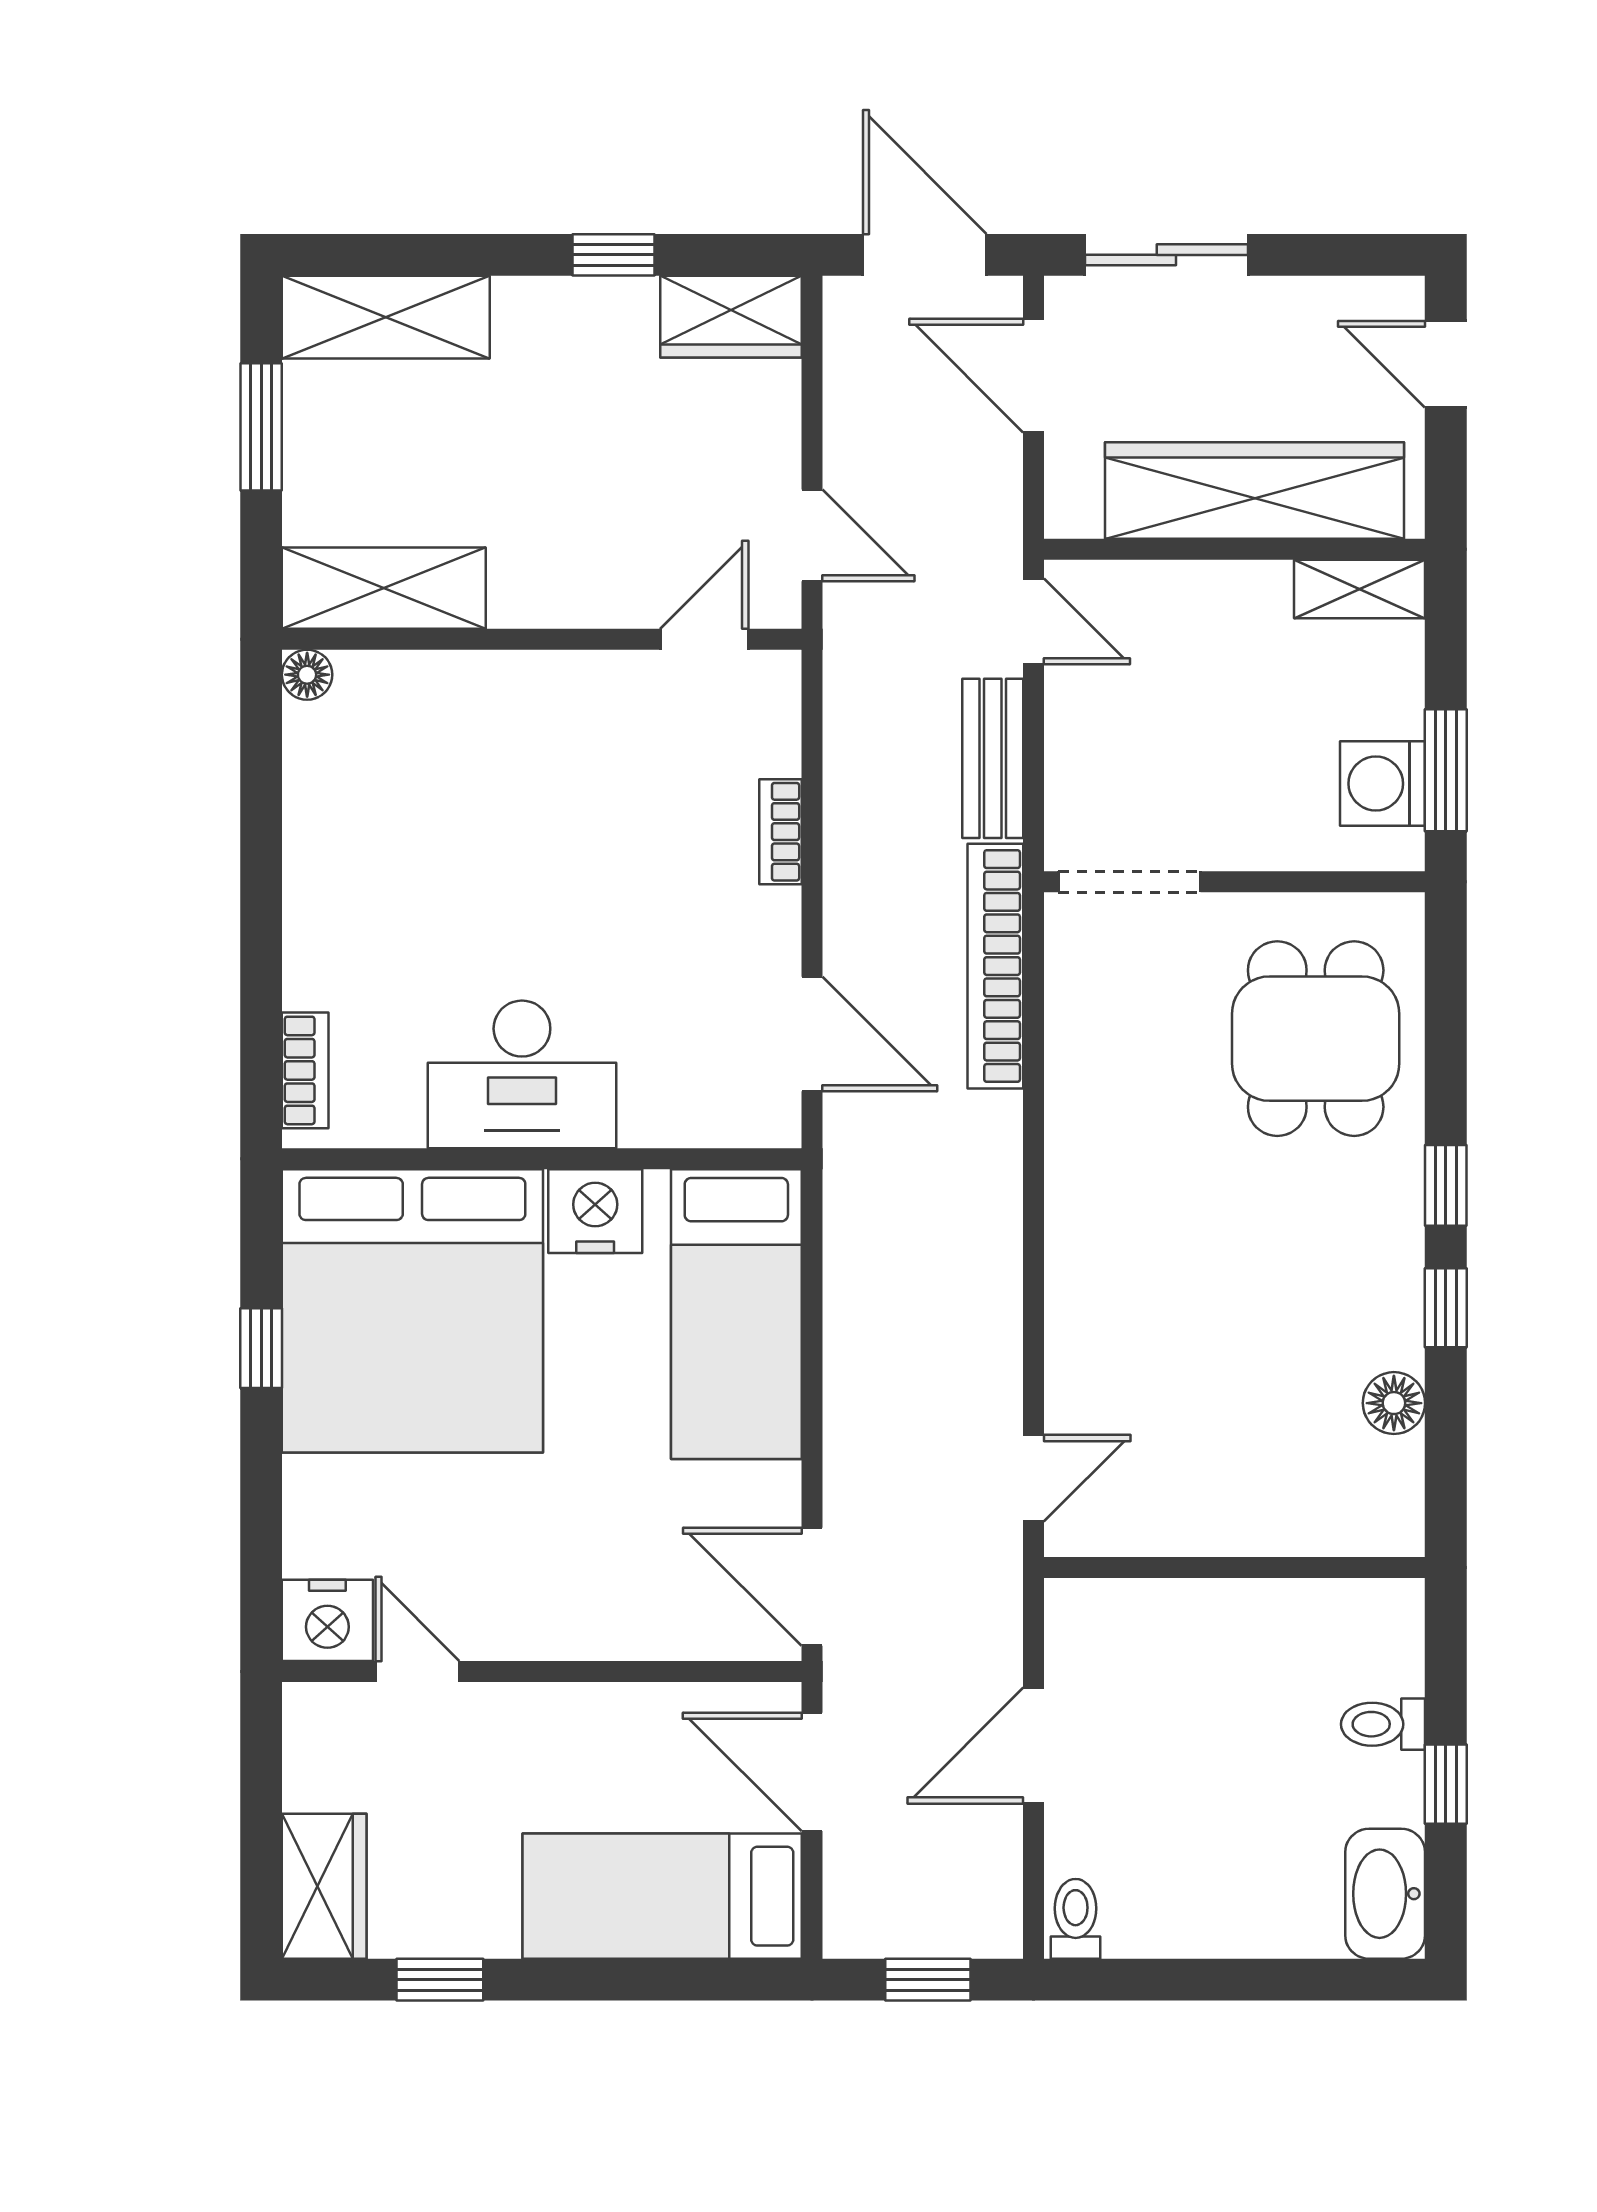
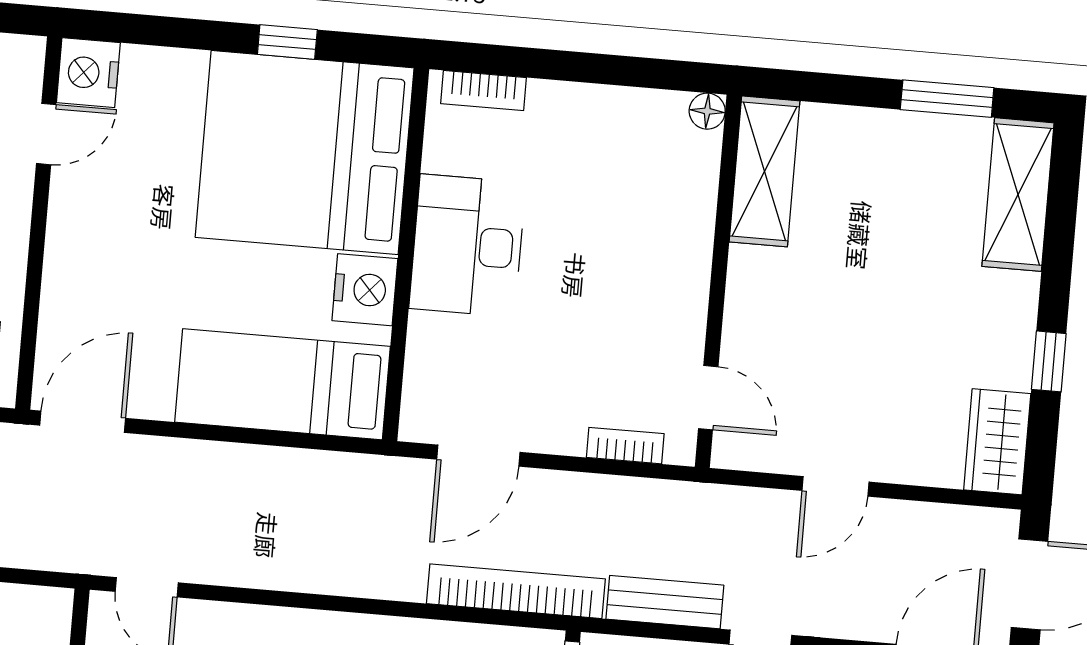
shelving: (384, 588) -> (764, 171), moved
wall: (542, 639) -> (718, 281), moved
door: (704, 639) -> (708, 398), moved
floor lamp: (307, 675) -> (707, 111), moved

